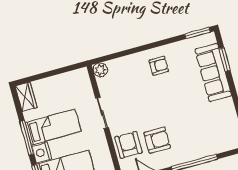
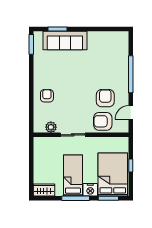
armchair: (159, 66) -> (47, 96), moved
plant: (100, 70) -> (51, 127), moved

